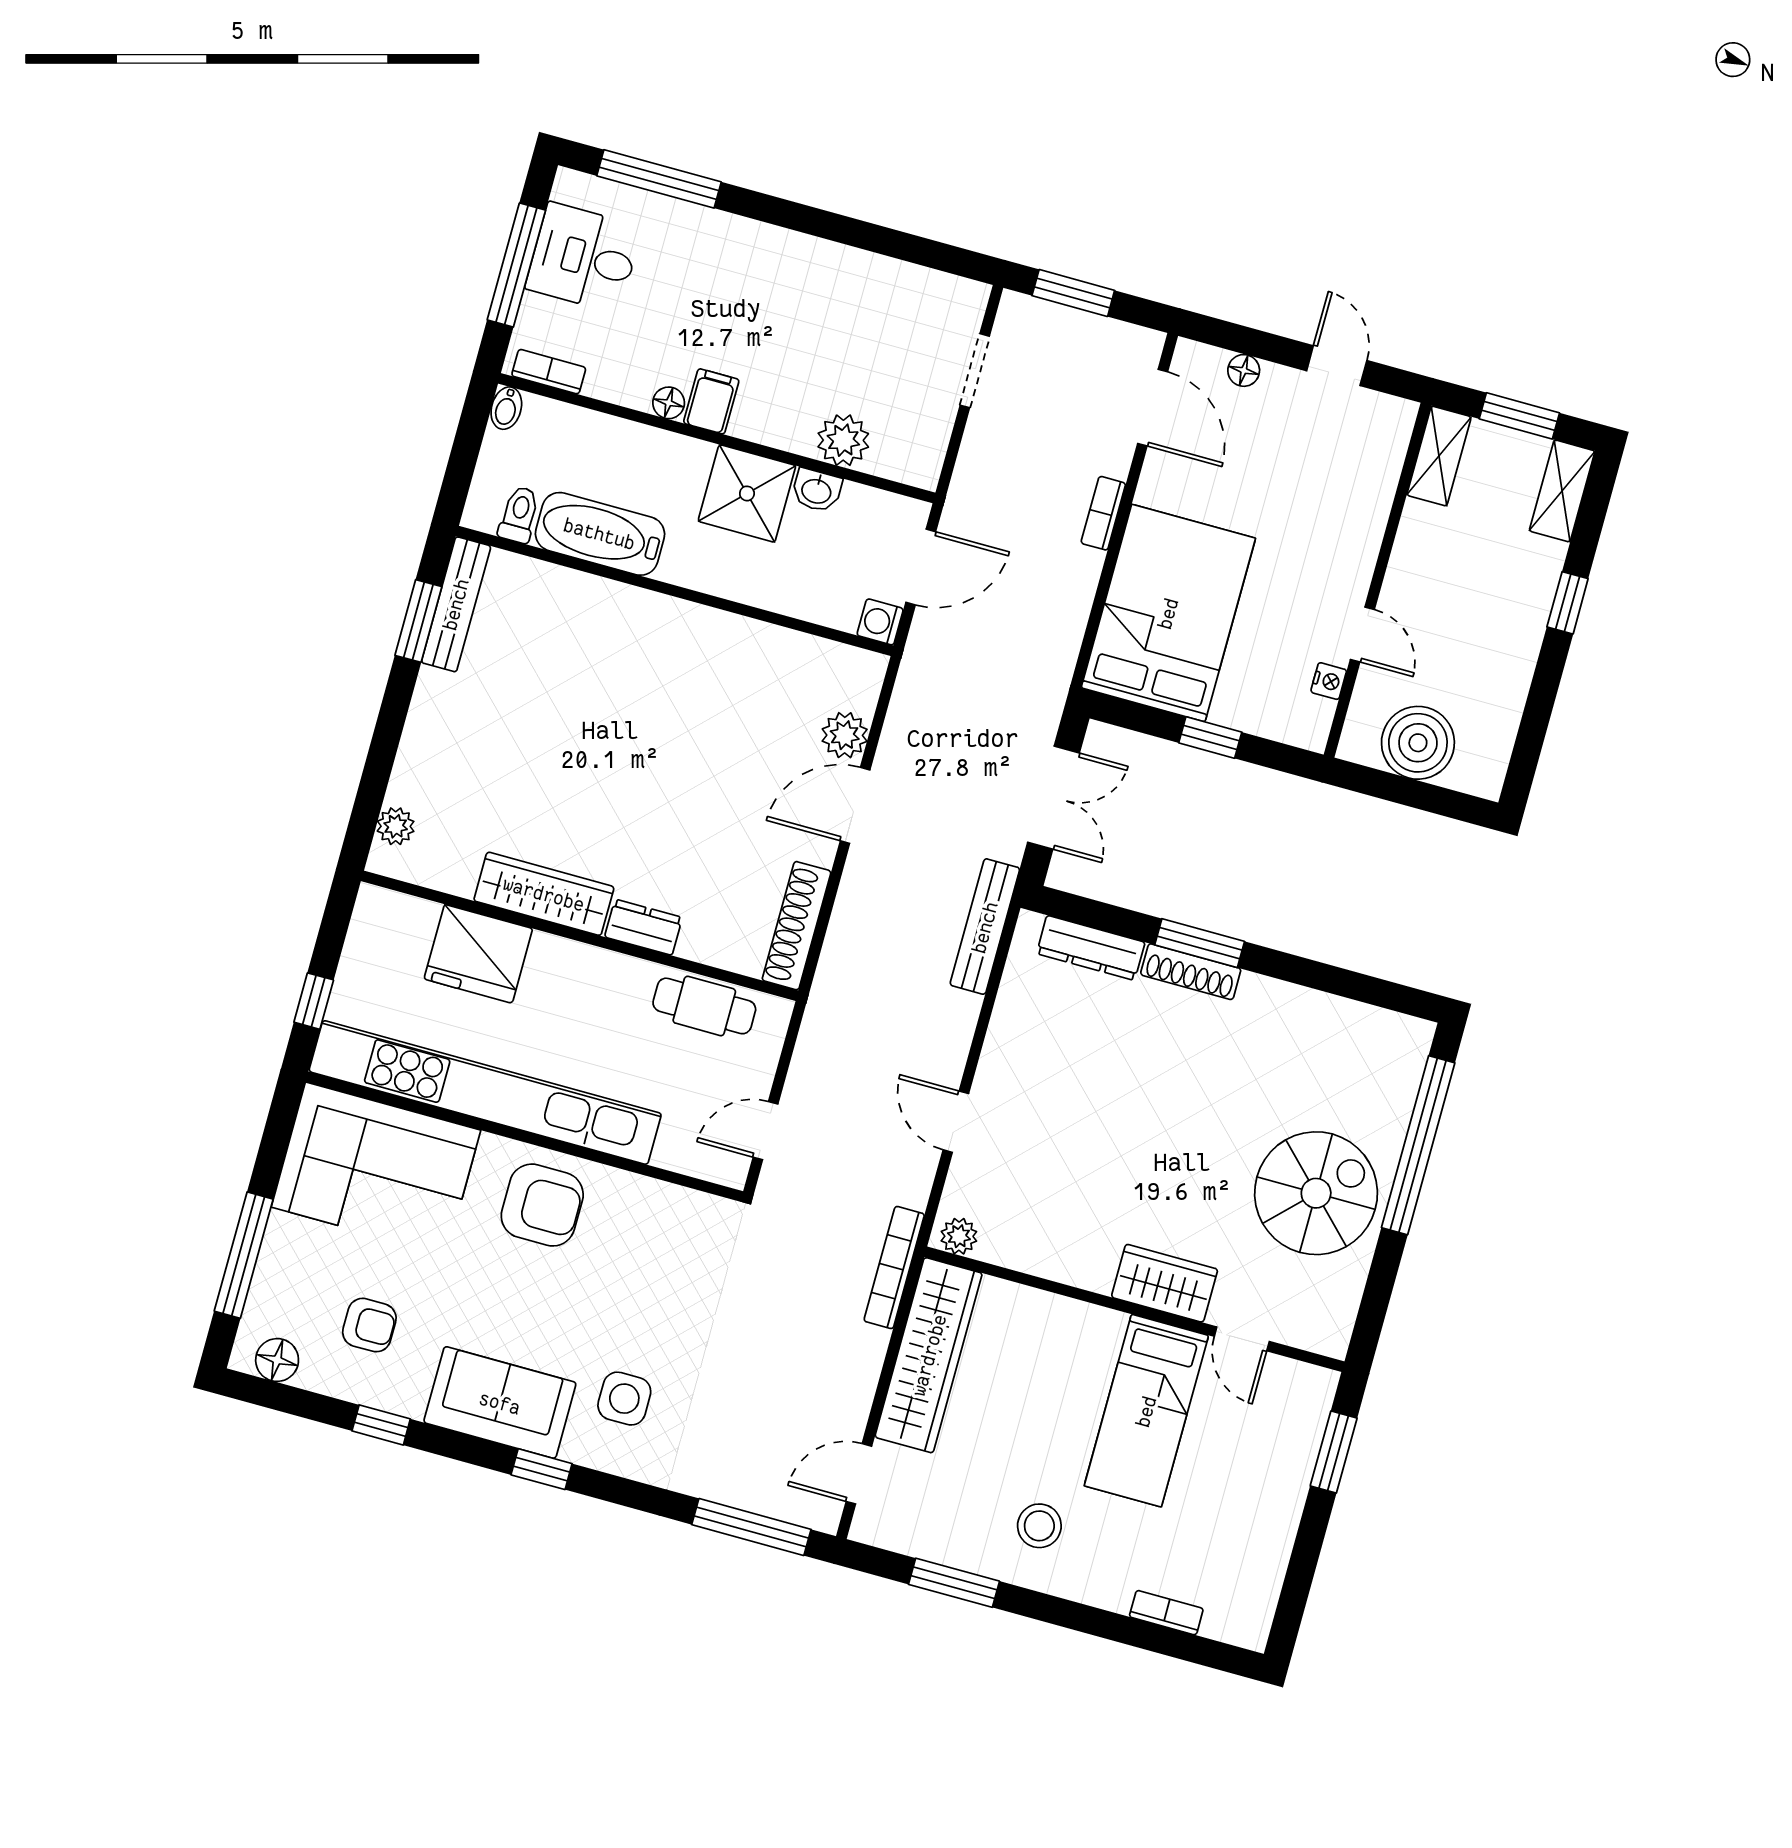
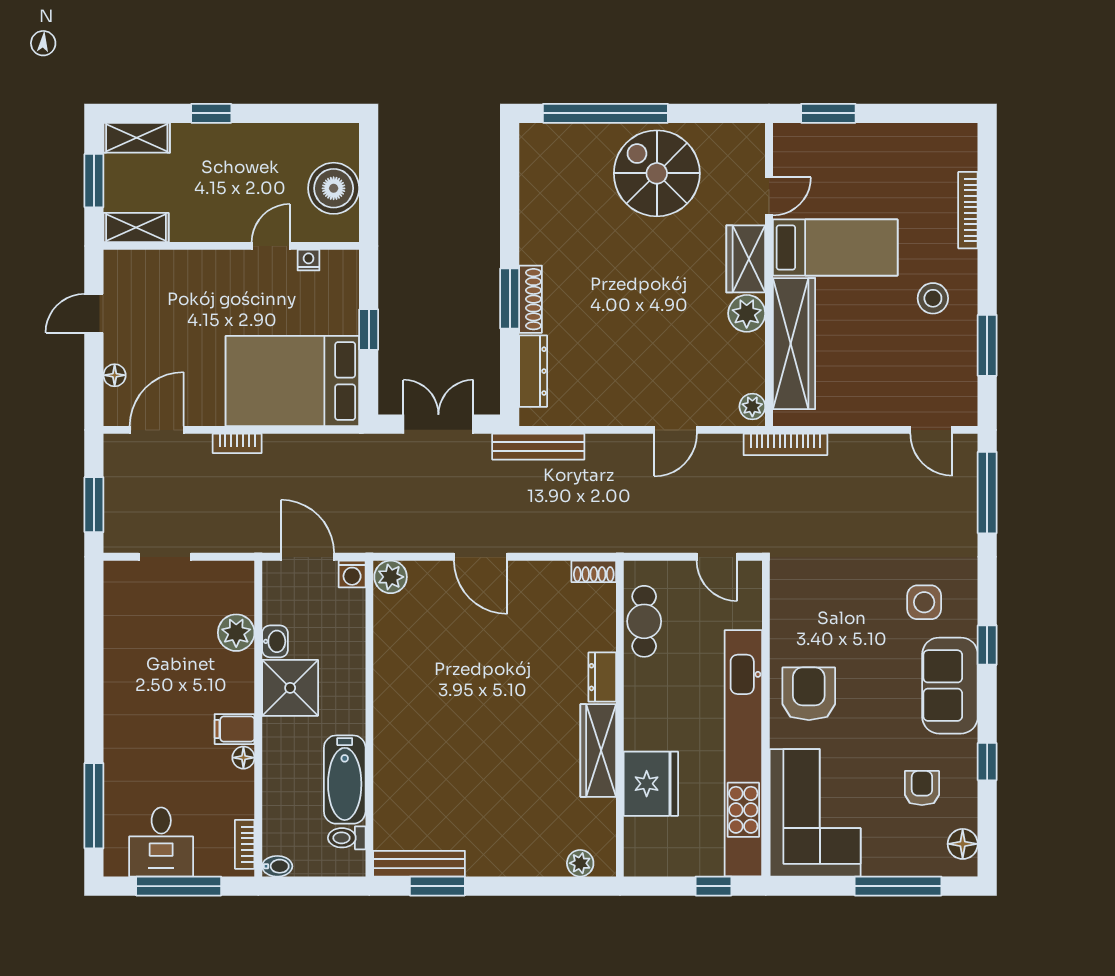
plant: (845, 735) -> (391, 577), moved
shoe rack: (797, 926) -> (594, 571), width x0.51, depth x0.81
plant: (1089, 1264) -> (747, 313), added
wardrobe: (929, 1355) -> (794, 344), moved, turned 90
bookcase: (1166, 1613) -> (968, 210), width x1.56

